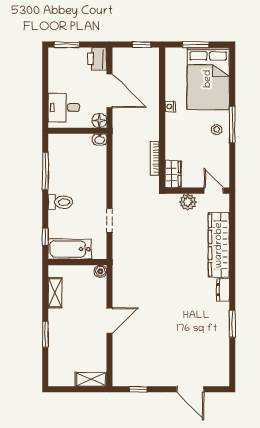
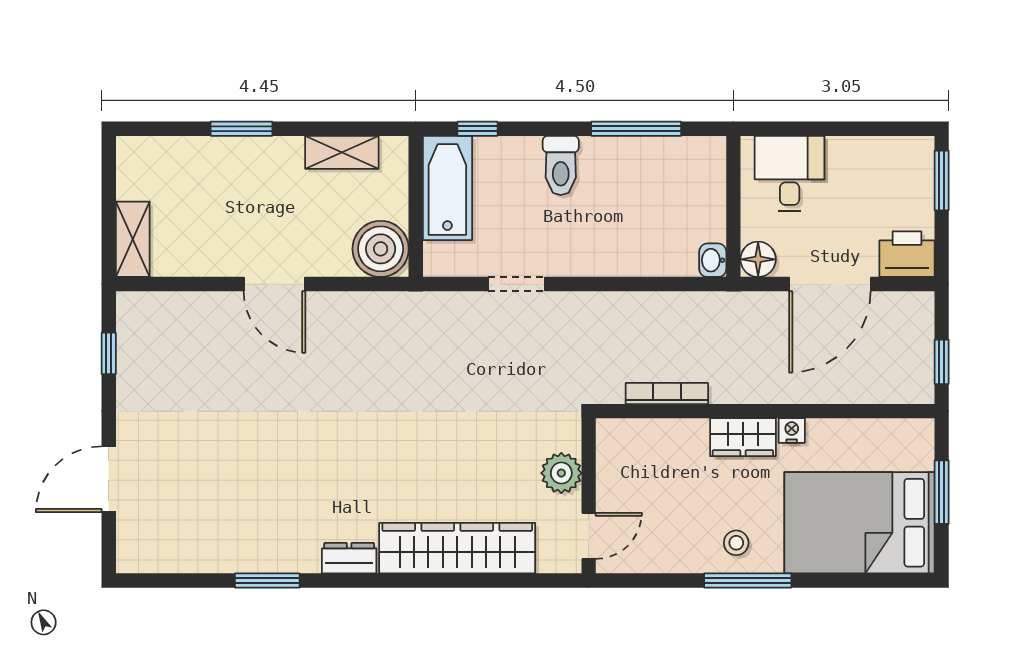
wardrobe: (173, 174) -> (743, 437), moved
boiler: (100, 271) -> (381, 249), width x1.86, depth x1.86

